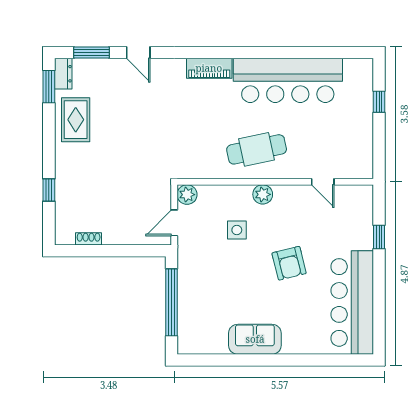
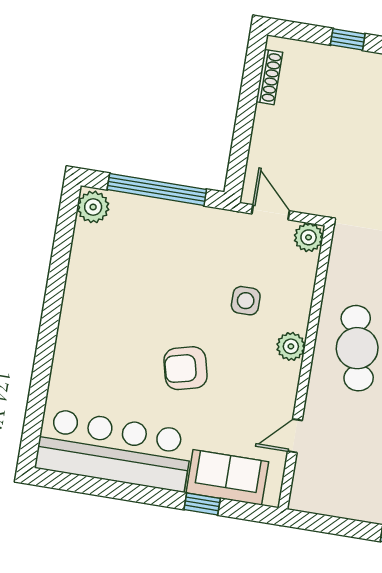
shoe rack: (89, 239) -> (269, 77), width x1.43
sofa: (255, 339) -> (227, 477), moved, turned -90
plant: (190, 343) -> (93, 207), added

